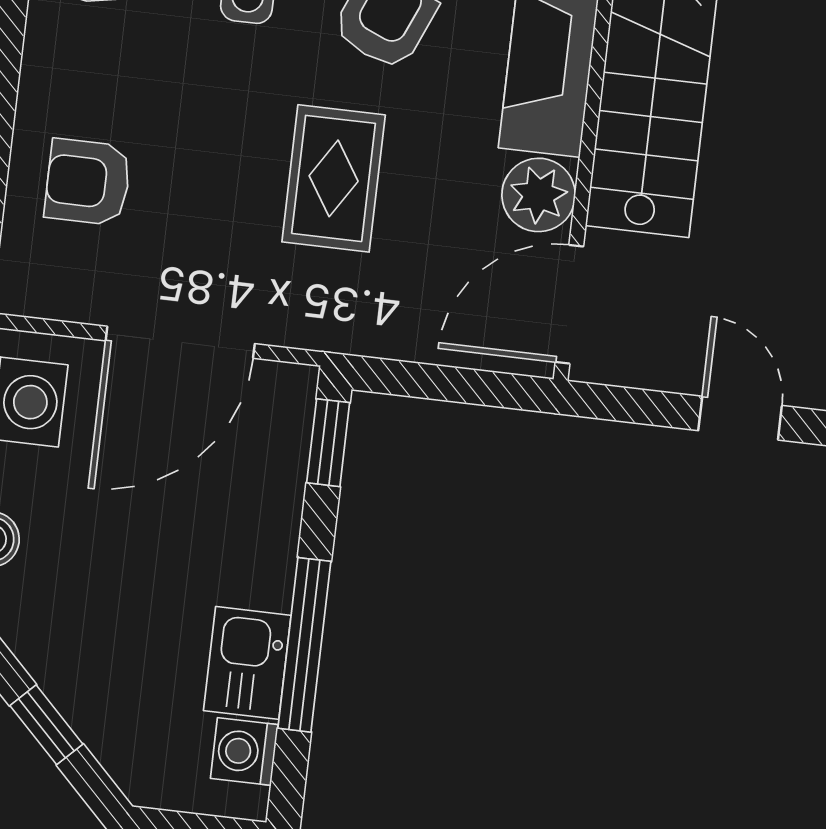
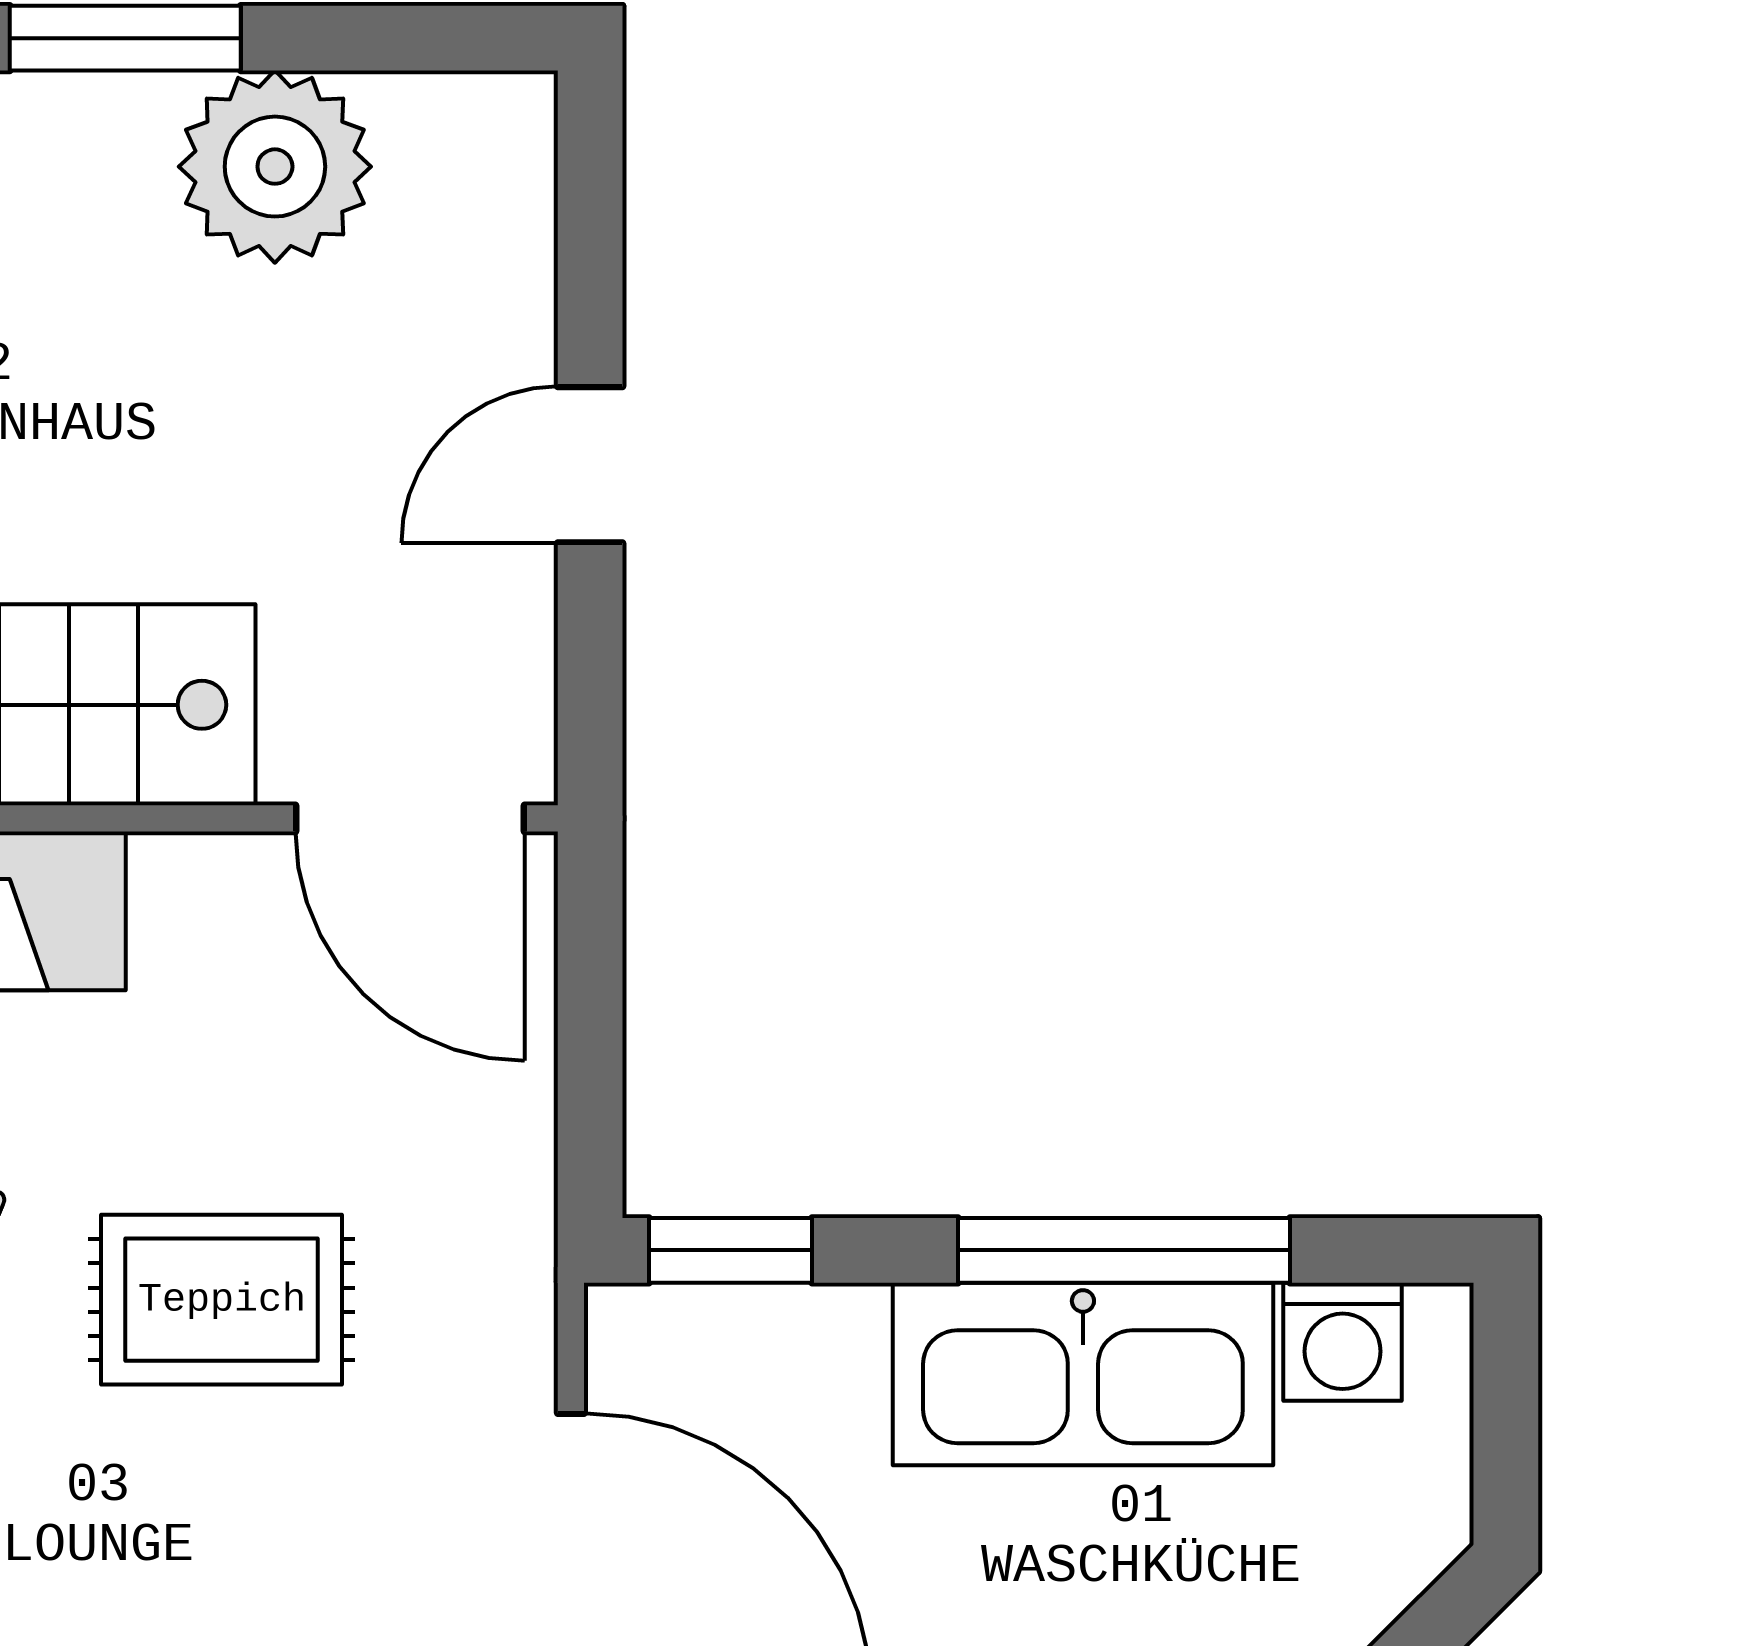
plant: (539, 195) -> (207, 902), removed
kitchen sink: (247, 663) -> (1083, 1374), width x1.87, depth x1.24

